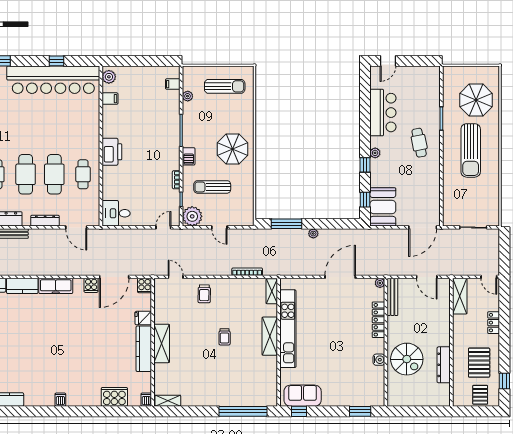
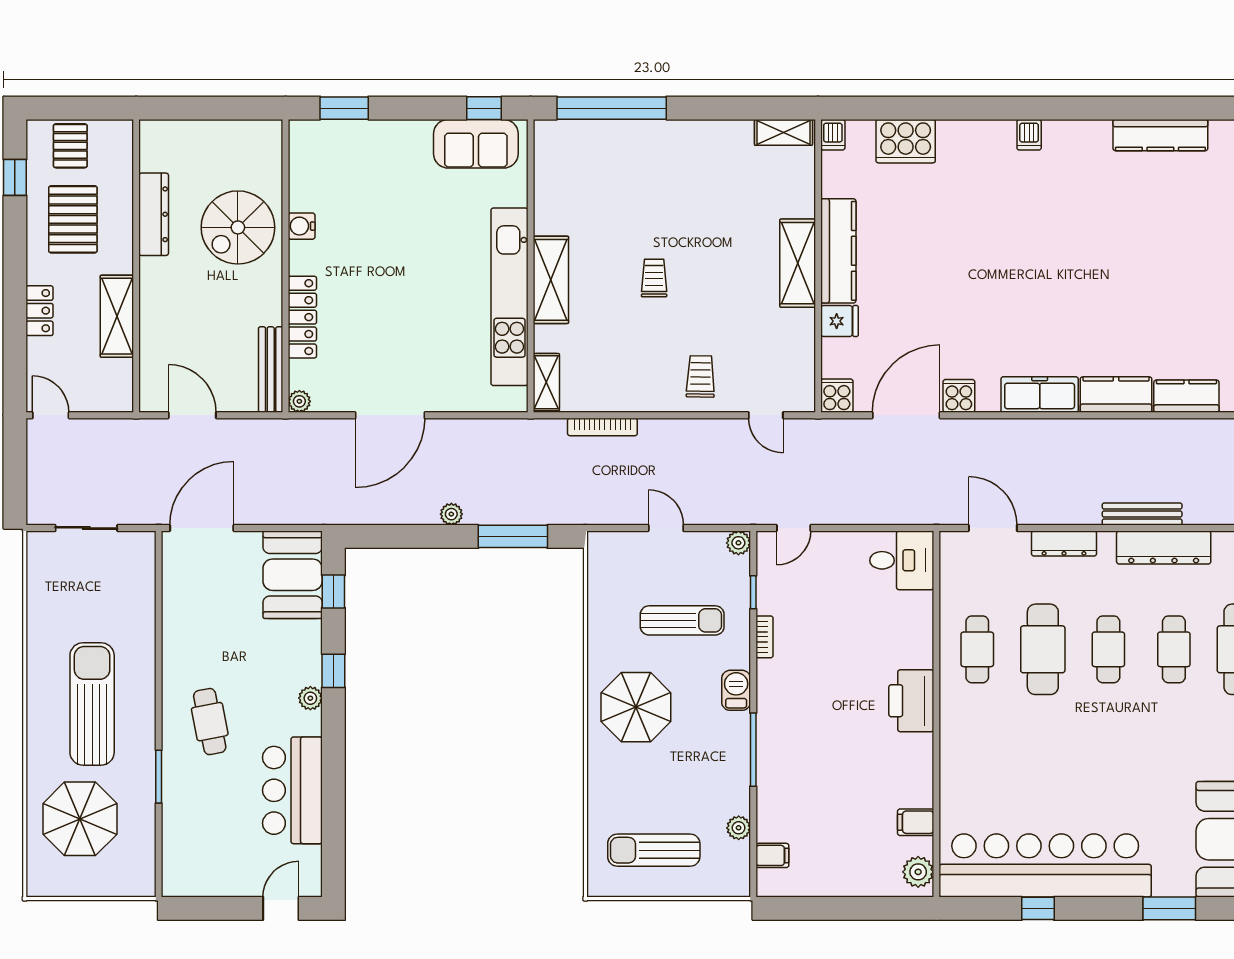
cafe table: (26, 174) -> (1108, 649), width x0.73, depth x0.74
plant: (192, 216) -> (738, 543), width x0.53, depth x0.53
shelving: (460, 296) -> (117, 316), moved
spiral stairs: (407, 359) -> (238, 227), turned -90

